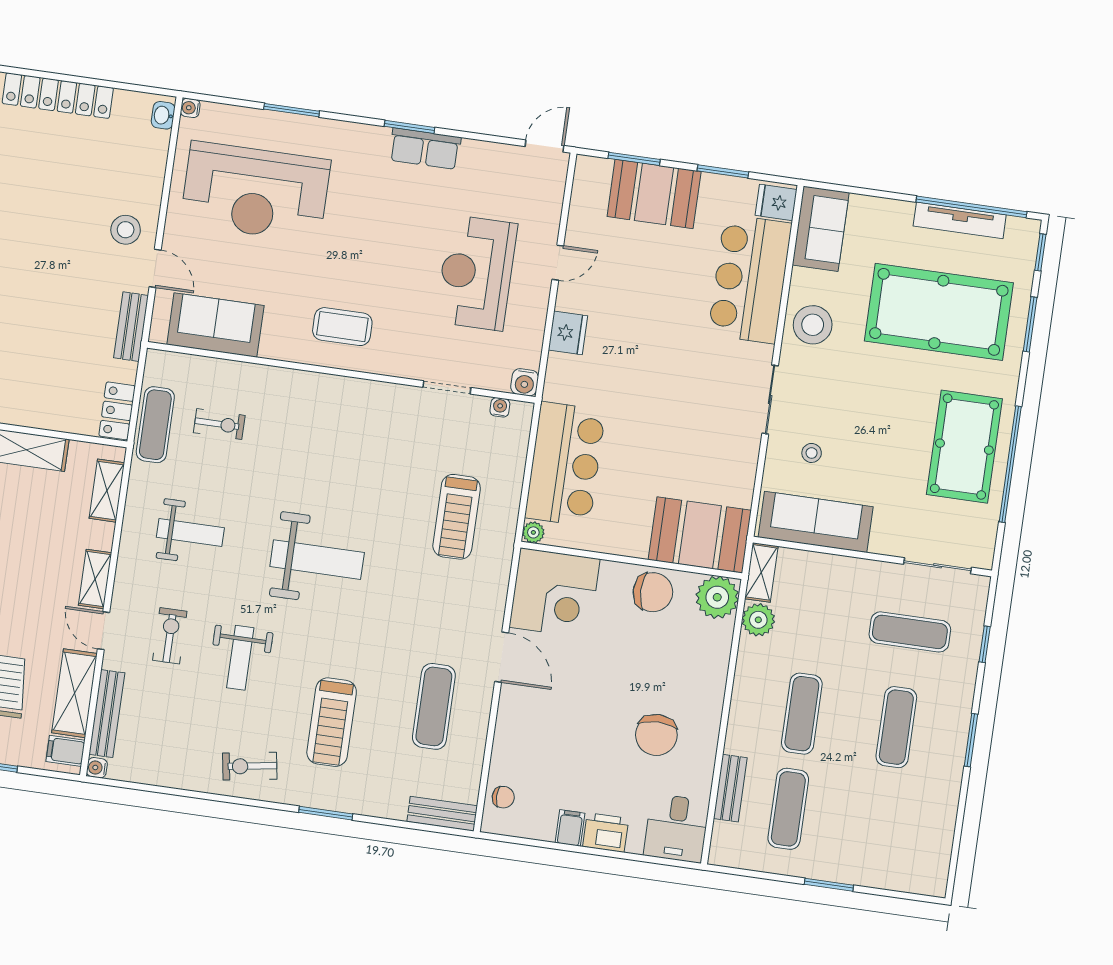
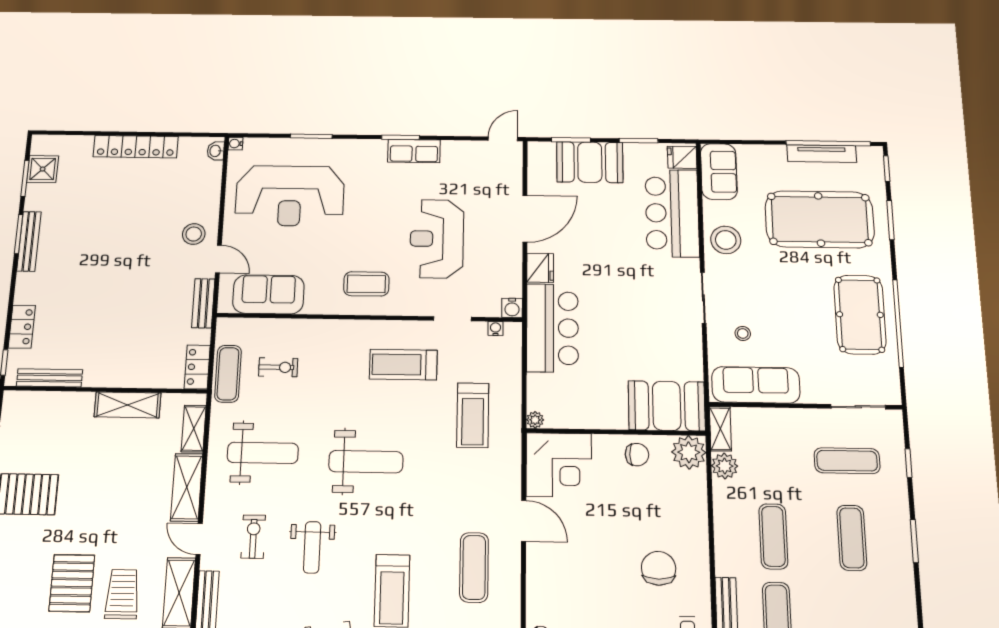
door: (558, 263) -> (525, 219), width x1.87
reception desk: (476, 273) -> (437, 239), moved
treadmill: (377, 440) -> (403, 365), added
bar counter: (565, 464) -> (552, 328), moved
weight bench: (190, 532) -> (263, 453), width x1.36, depth x1.33
shelving: (95, 579) -> (187, 487), width x1.50, depth x1.33
chair: (653, 592) -> (637, 455), width x0.73, depth x0.73
chair: (656, 735) -> (659, 568), turned 180

